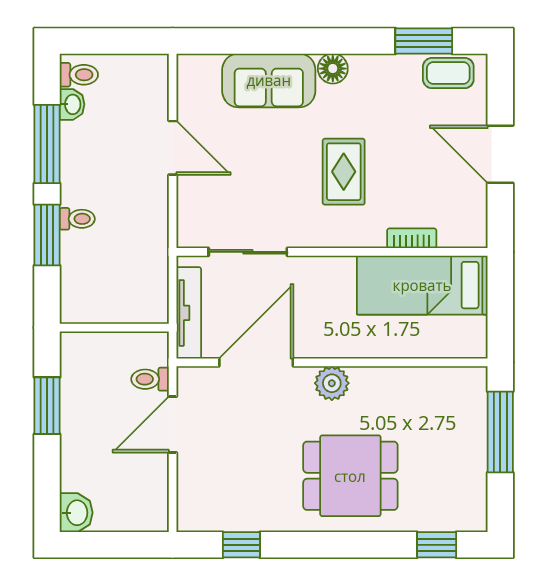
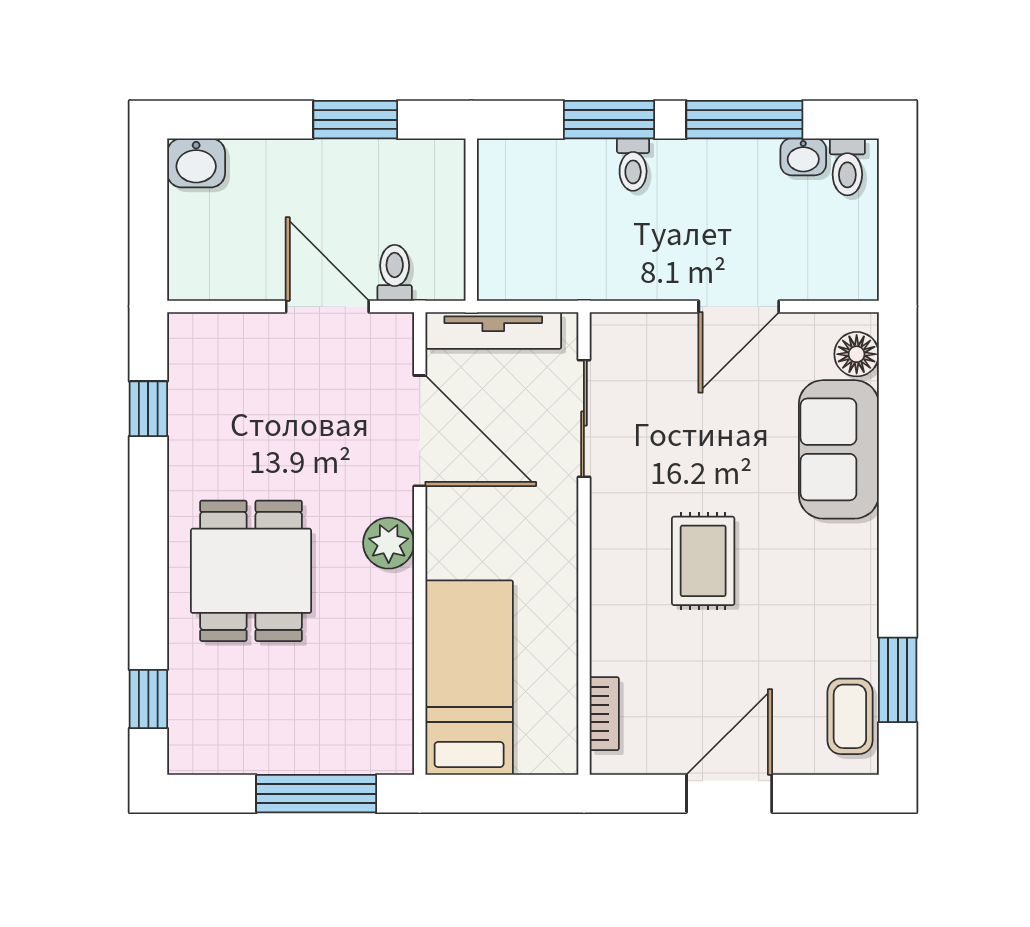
floor lamp: (333, 69) -> (857, 354), moved
rug: (344, 172) -> (703, 561), turned 90
bookcase: (412, 238) -> (604, 714), moved
bed: (422, 285) -> (469, 678), moved

